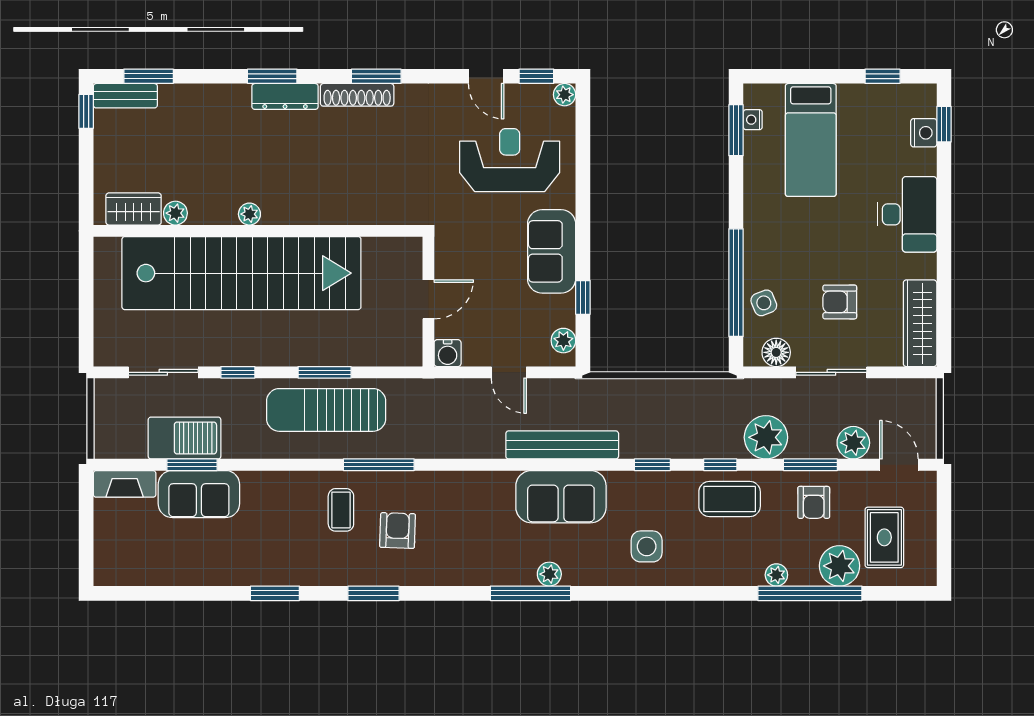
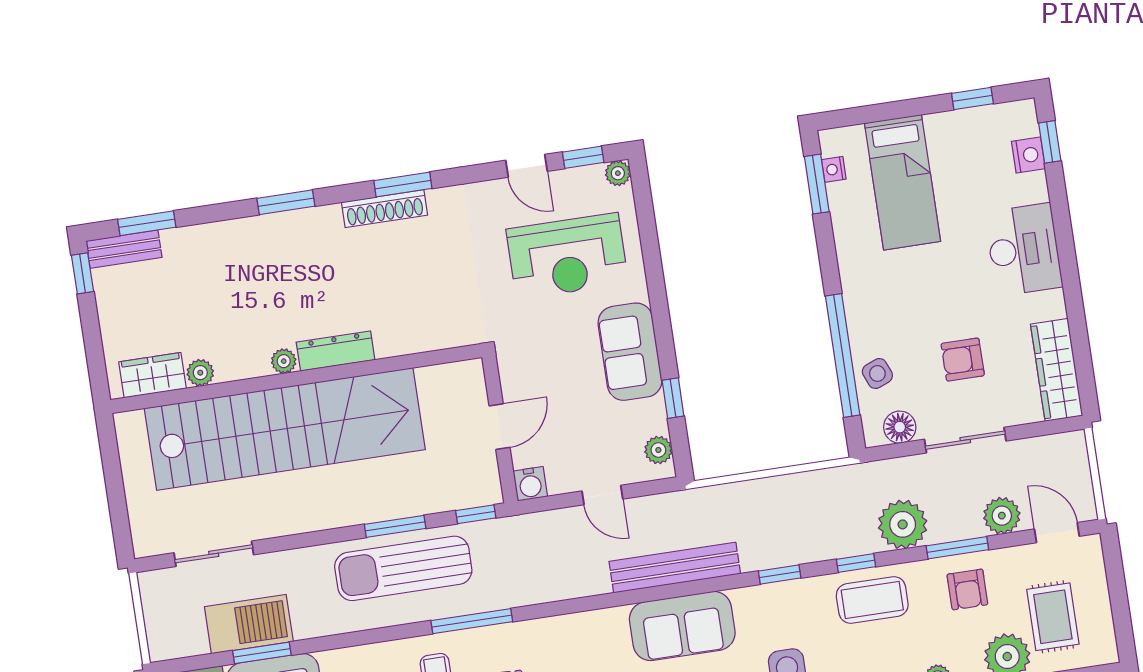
dresser: (285, 96) -> (336, 351), moved, turned 180
reception desk: (510, 160) -> (567, 256), turned 180
window: (238, 372) -> (476, 514), moved

